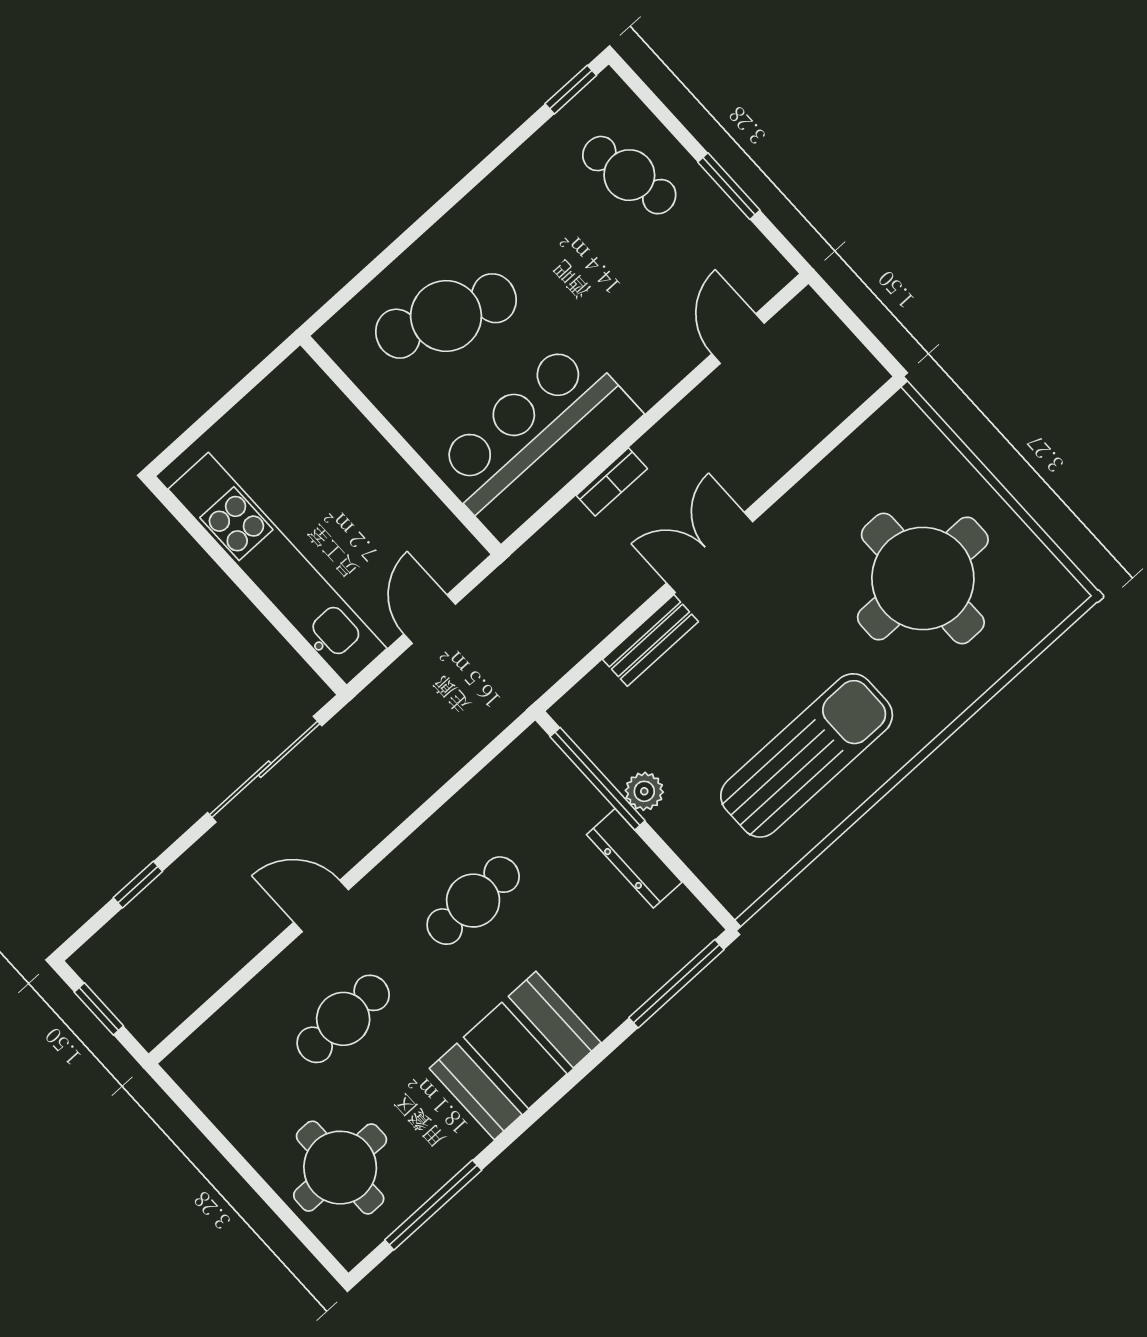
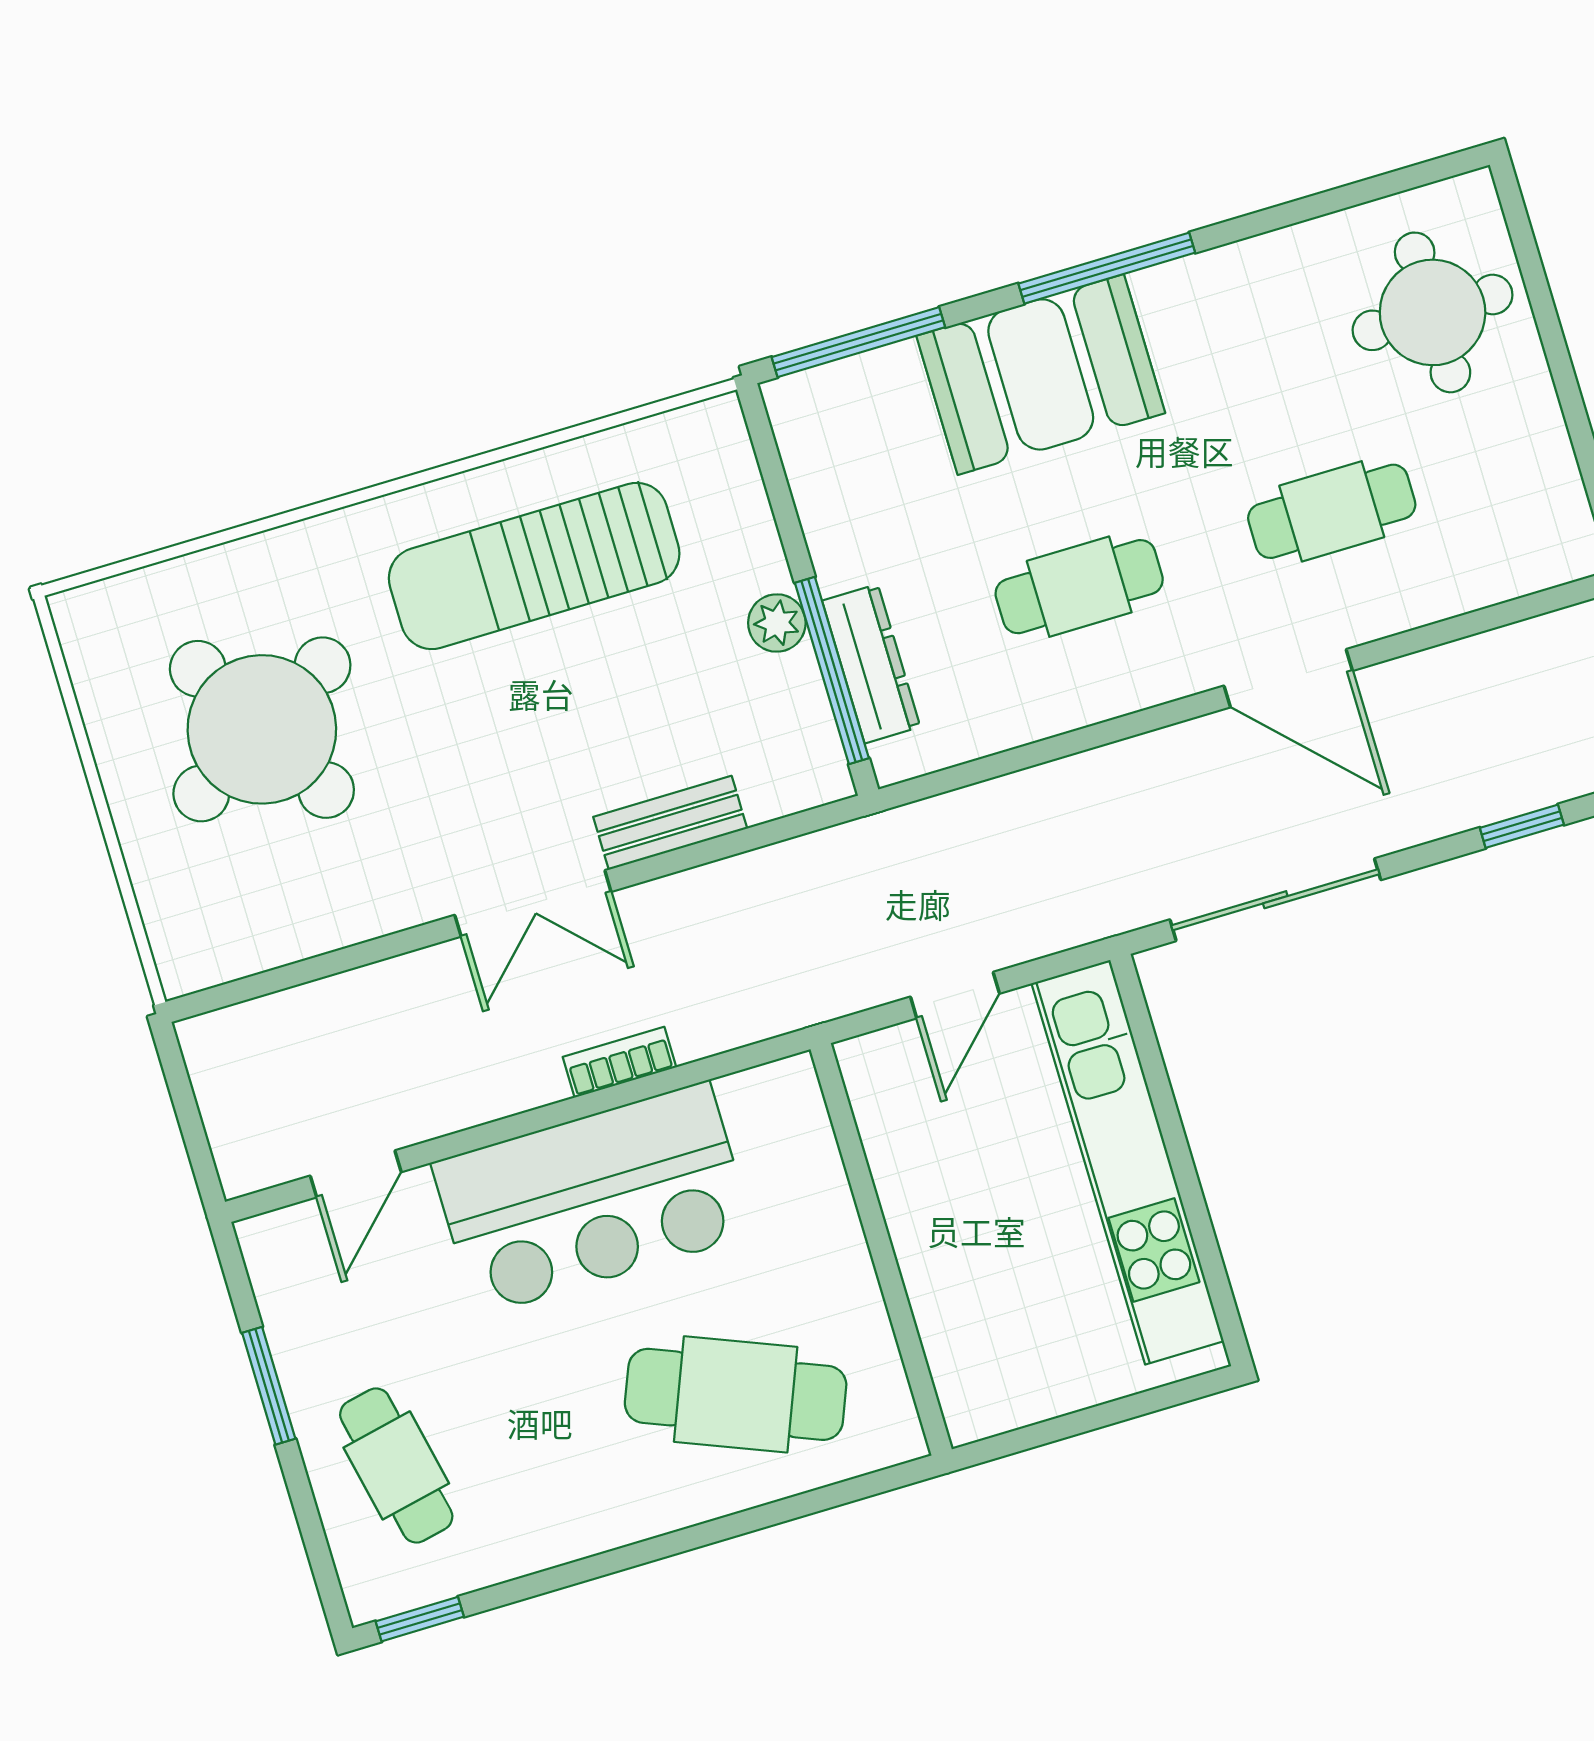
bar counter: (536, 440) -> (593, 1199), moved
round table: (923, 578) -> (262, 729), turned -30
dresser: (634, 858) -> (871, 664), moved
door: (321, 906) -> (1288, 678), width x1.38
booth: (515, 1056) -> (1041, 374), moved
window: (433, 1205) -> (1107, 268), moved

